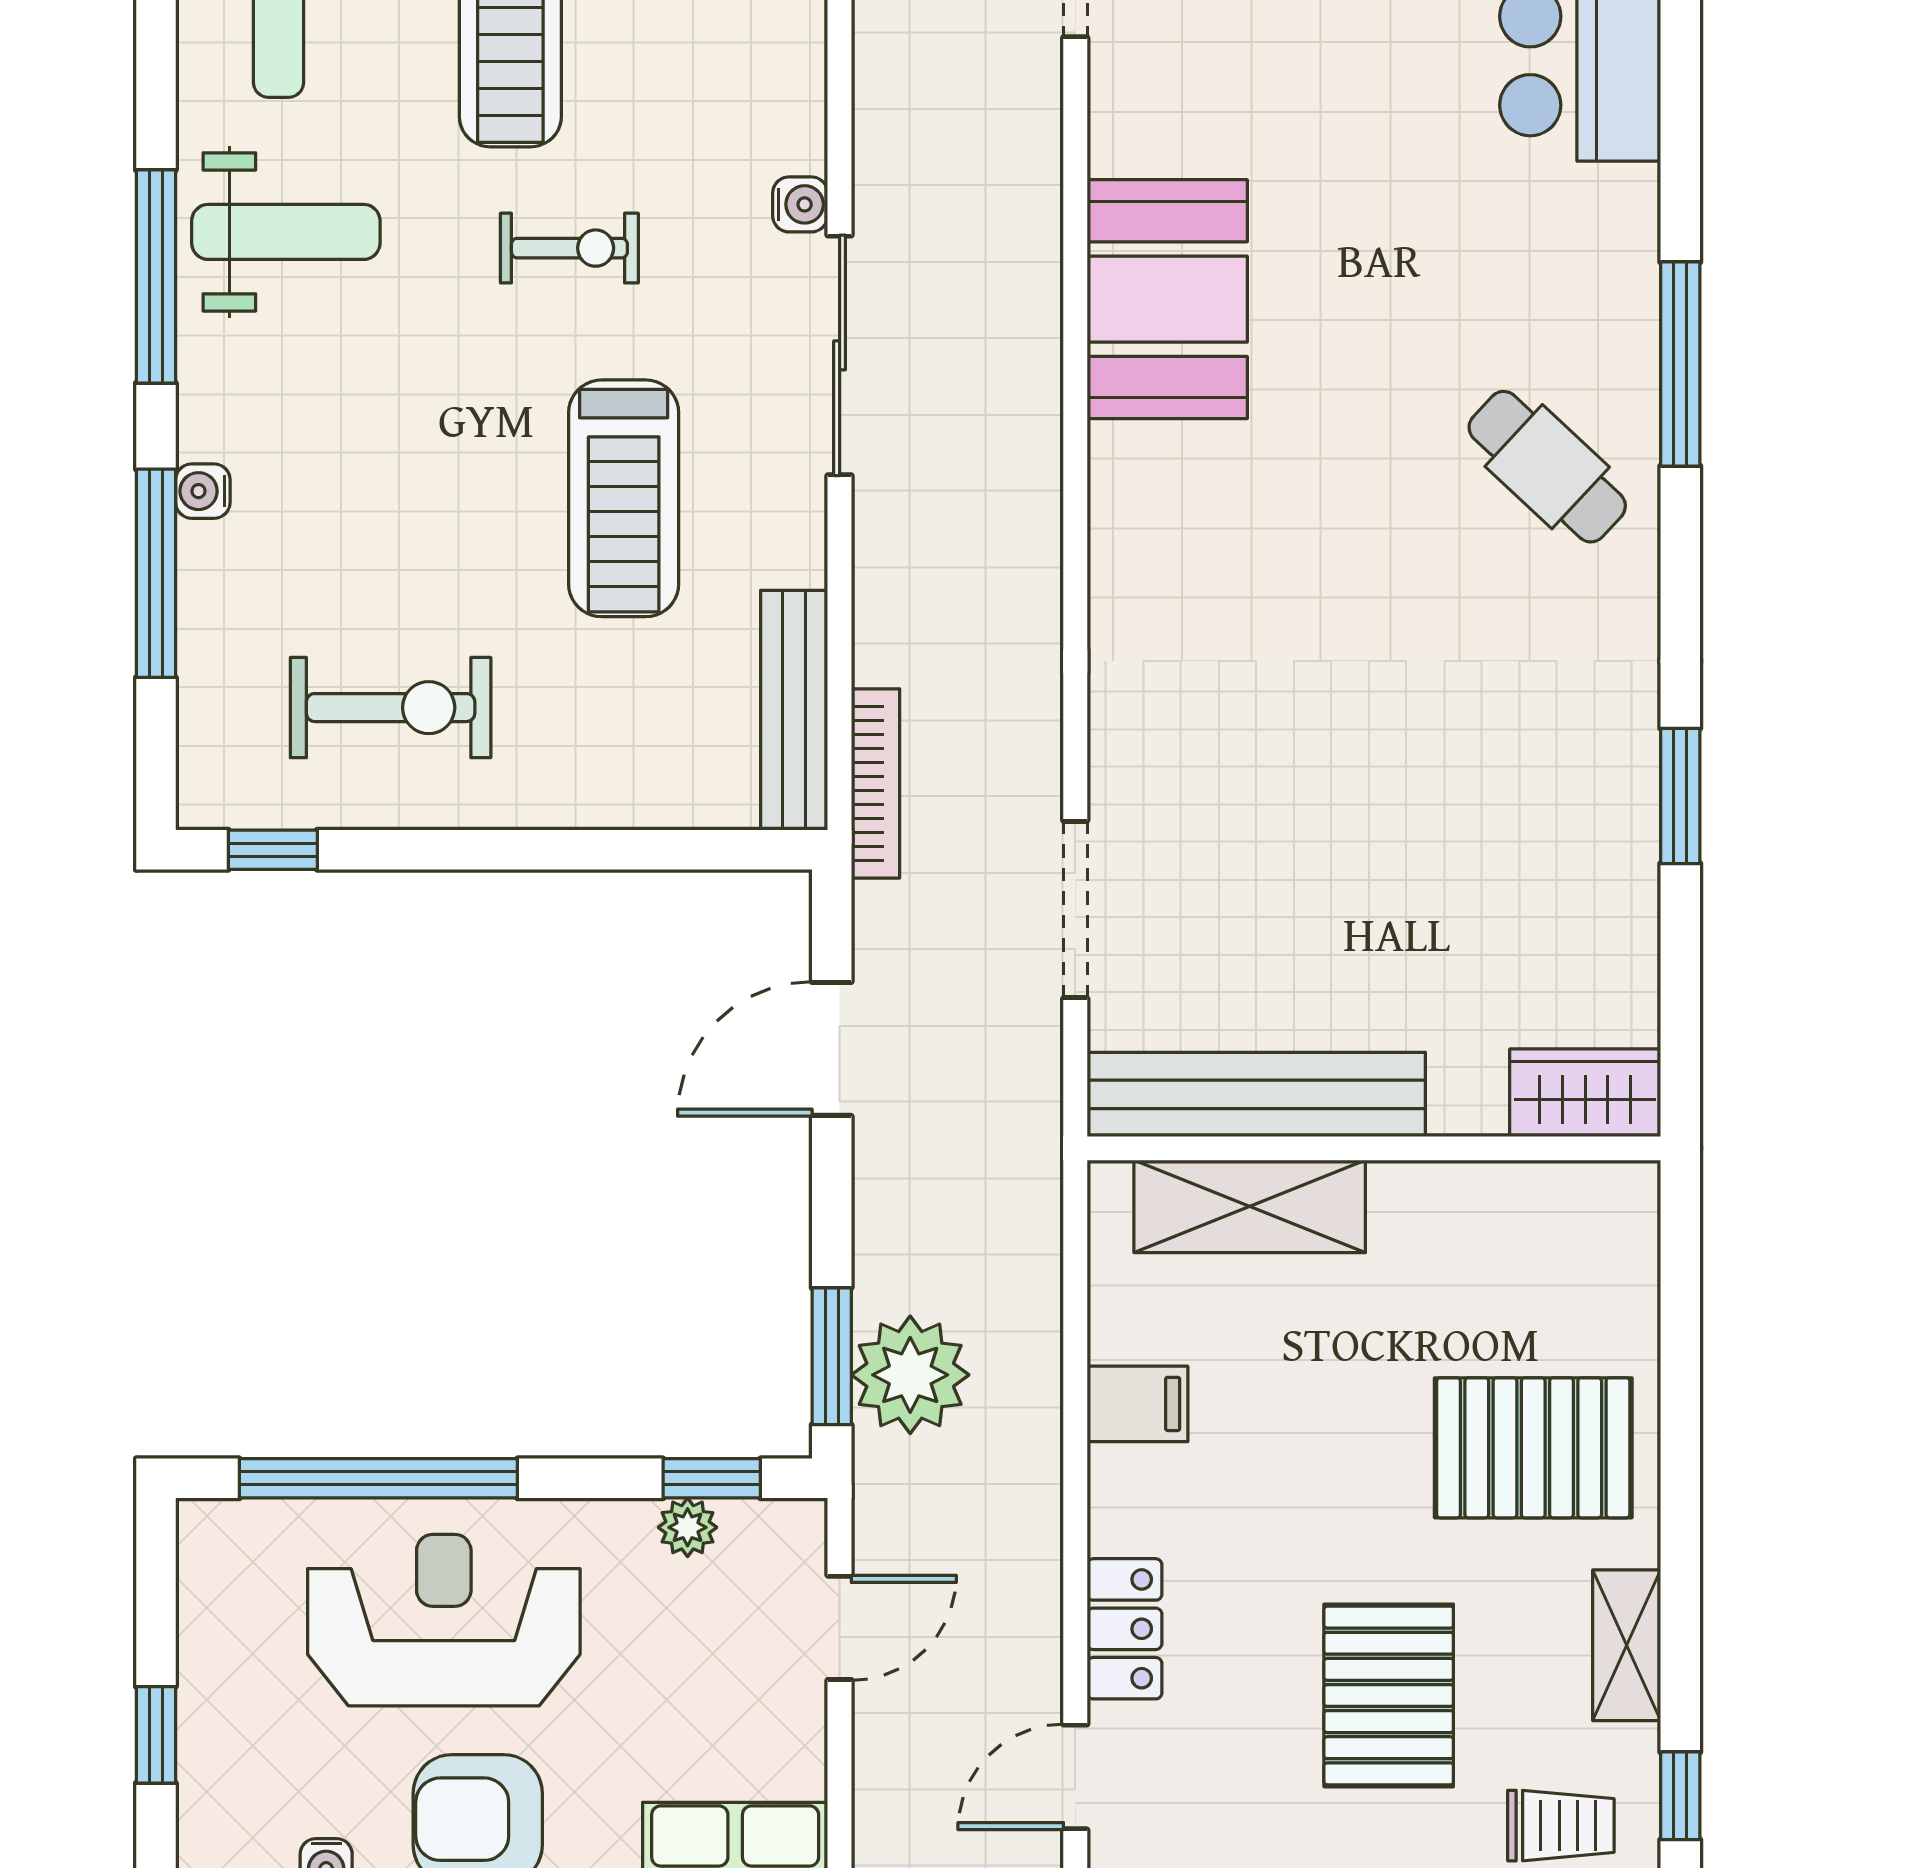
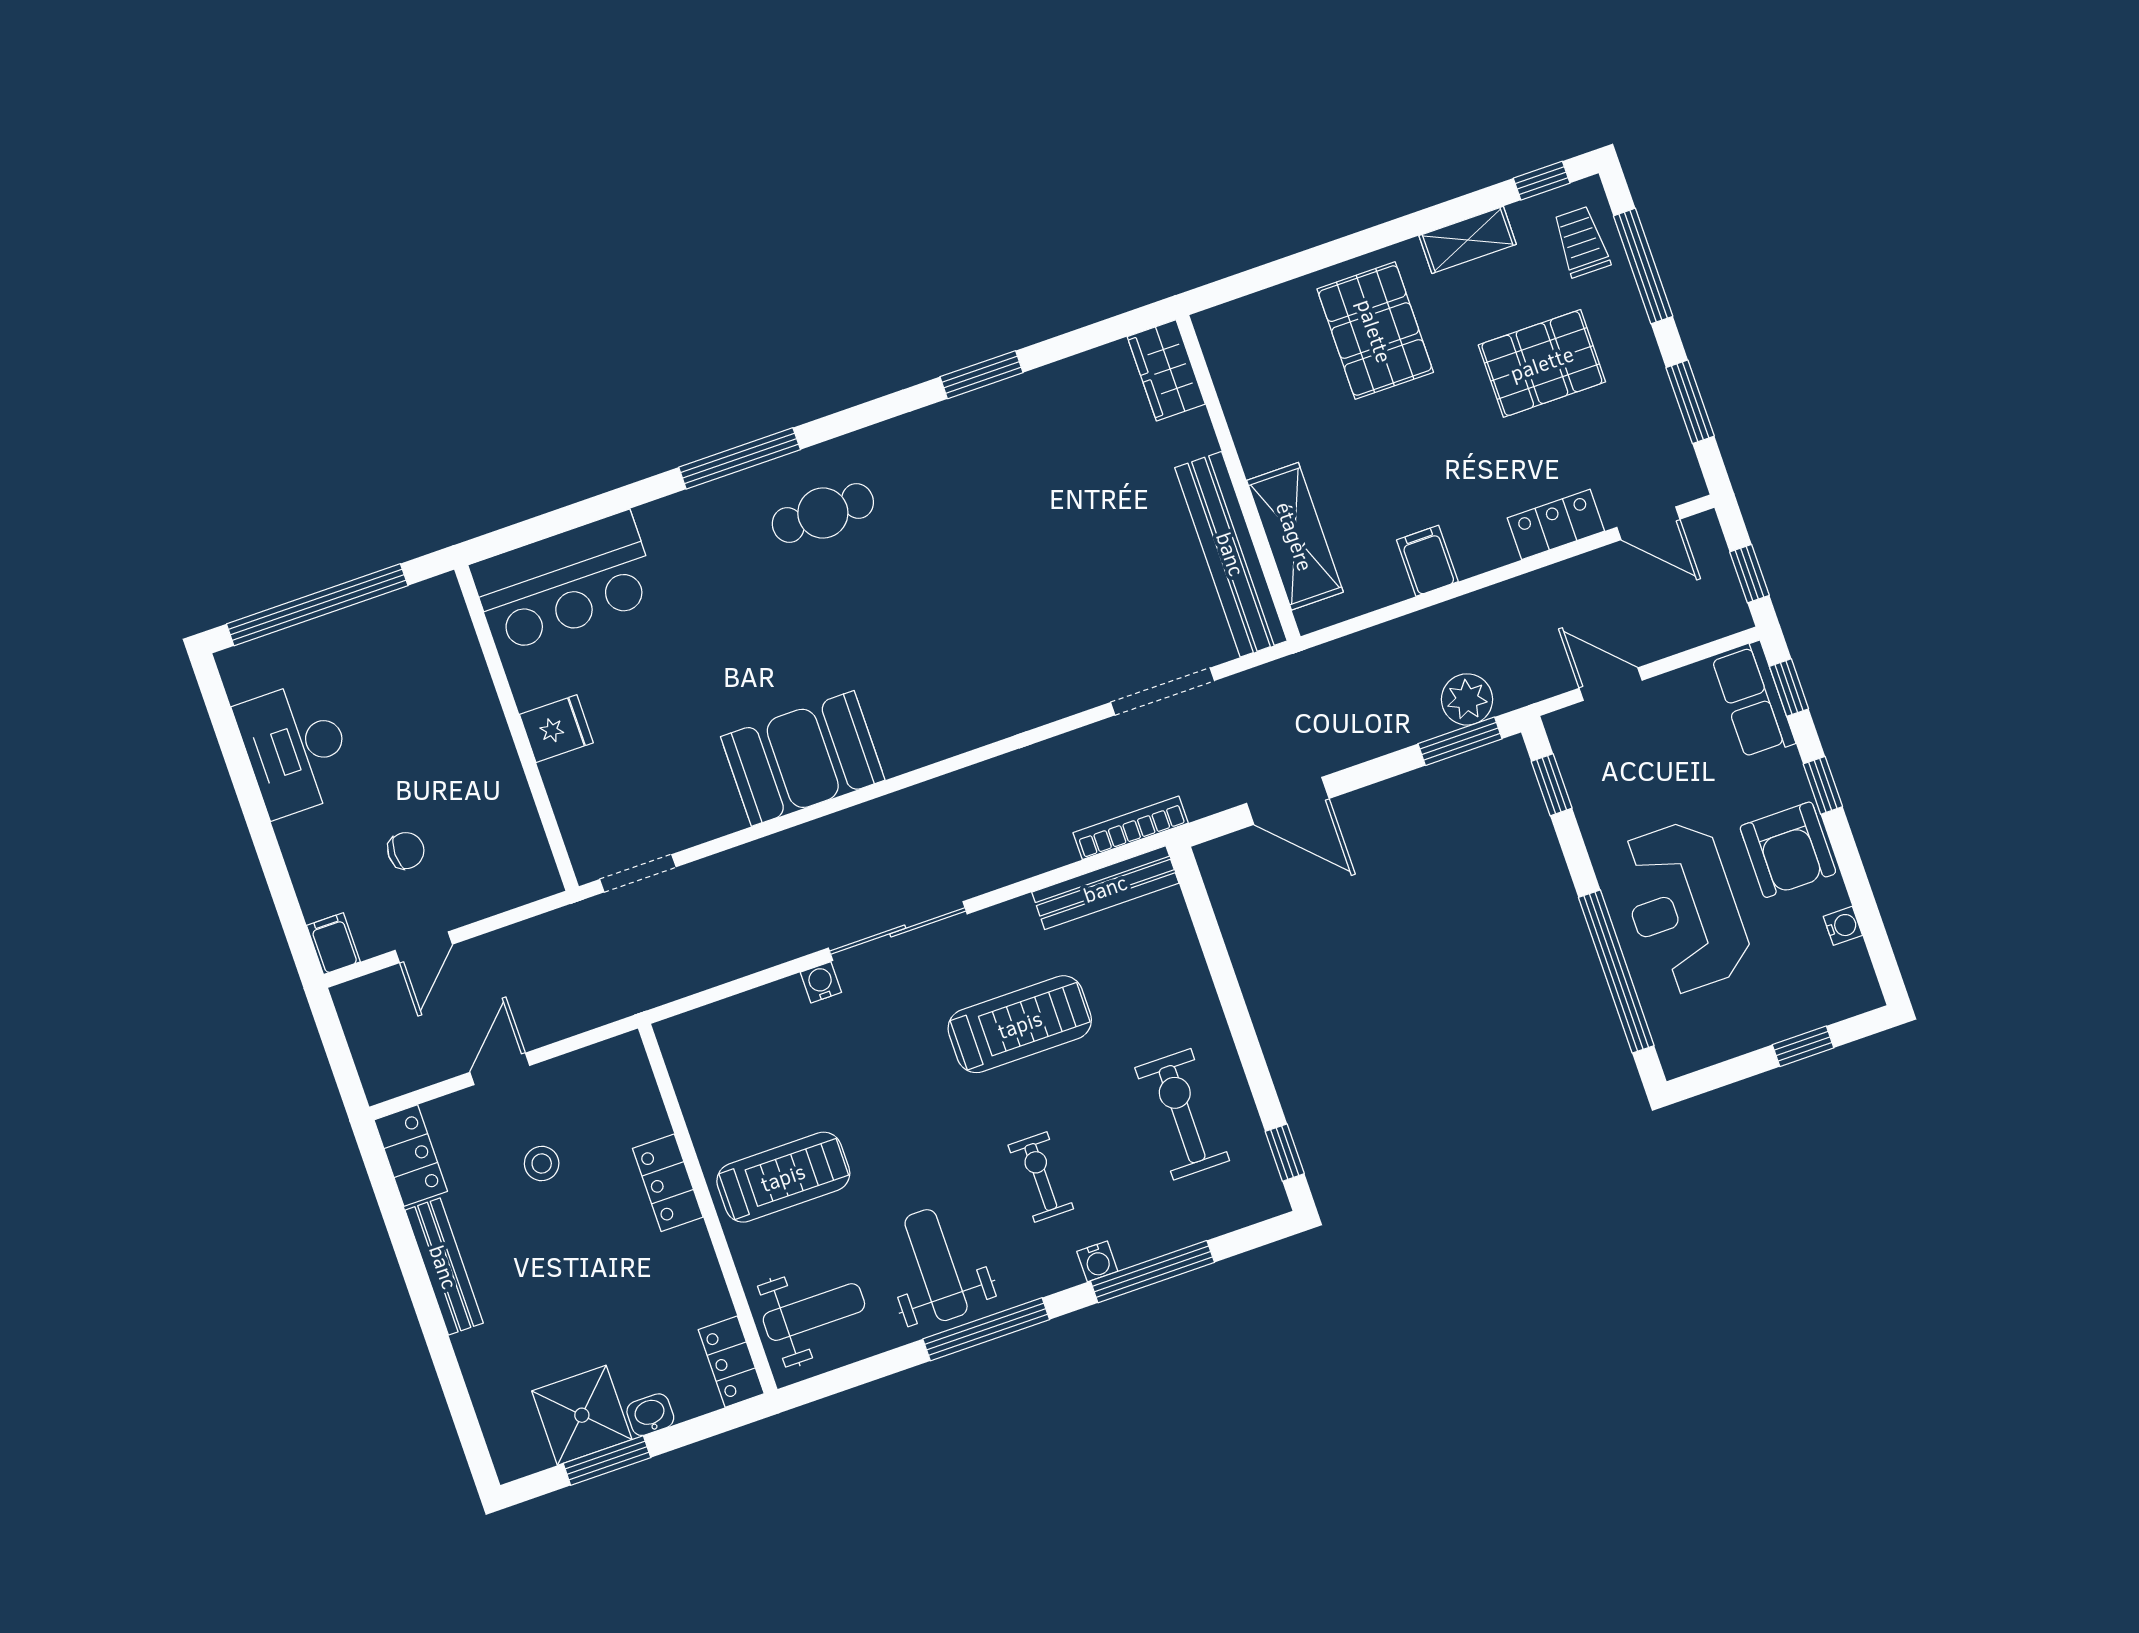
exercise bike: (569, 248) -> (1041, 1177), moved
cafe table: (1547, 467) -> (823, 513), turned 47
plant: (910, 1375) -> (1467, 699), width x0.73, depth x0.73
plant: (688, 1527) -> (1584, 789), removed

